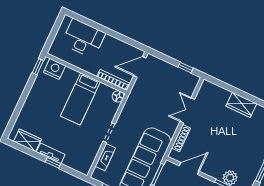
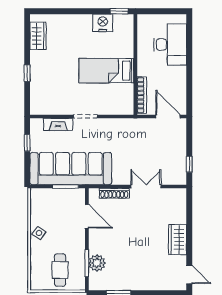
nightstand: (55, 69) -> (103, 23), moved, turned -90
floor lamp: (118, 96) -> (127, 108), removed
tv unit: (51, 153) -> (36, 66), removed

